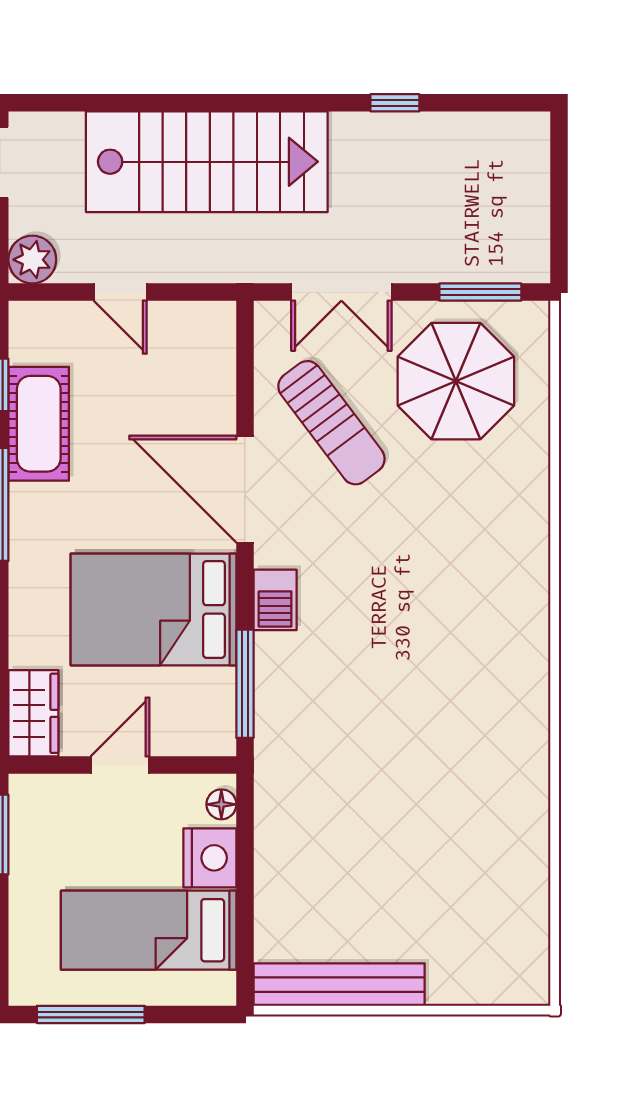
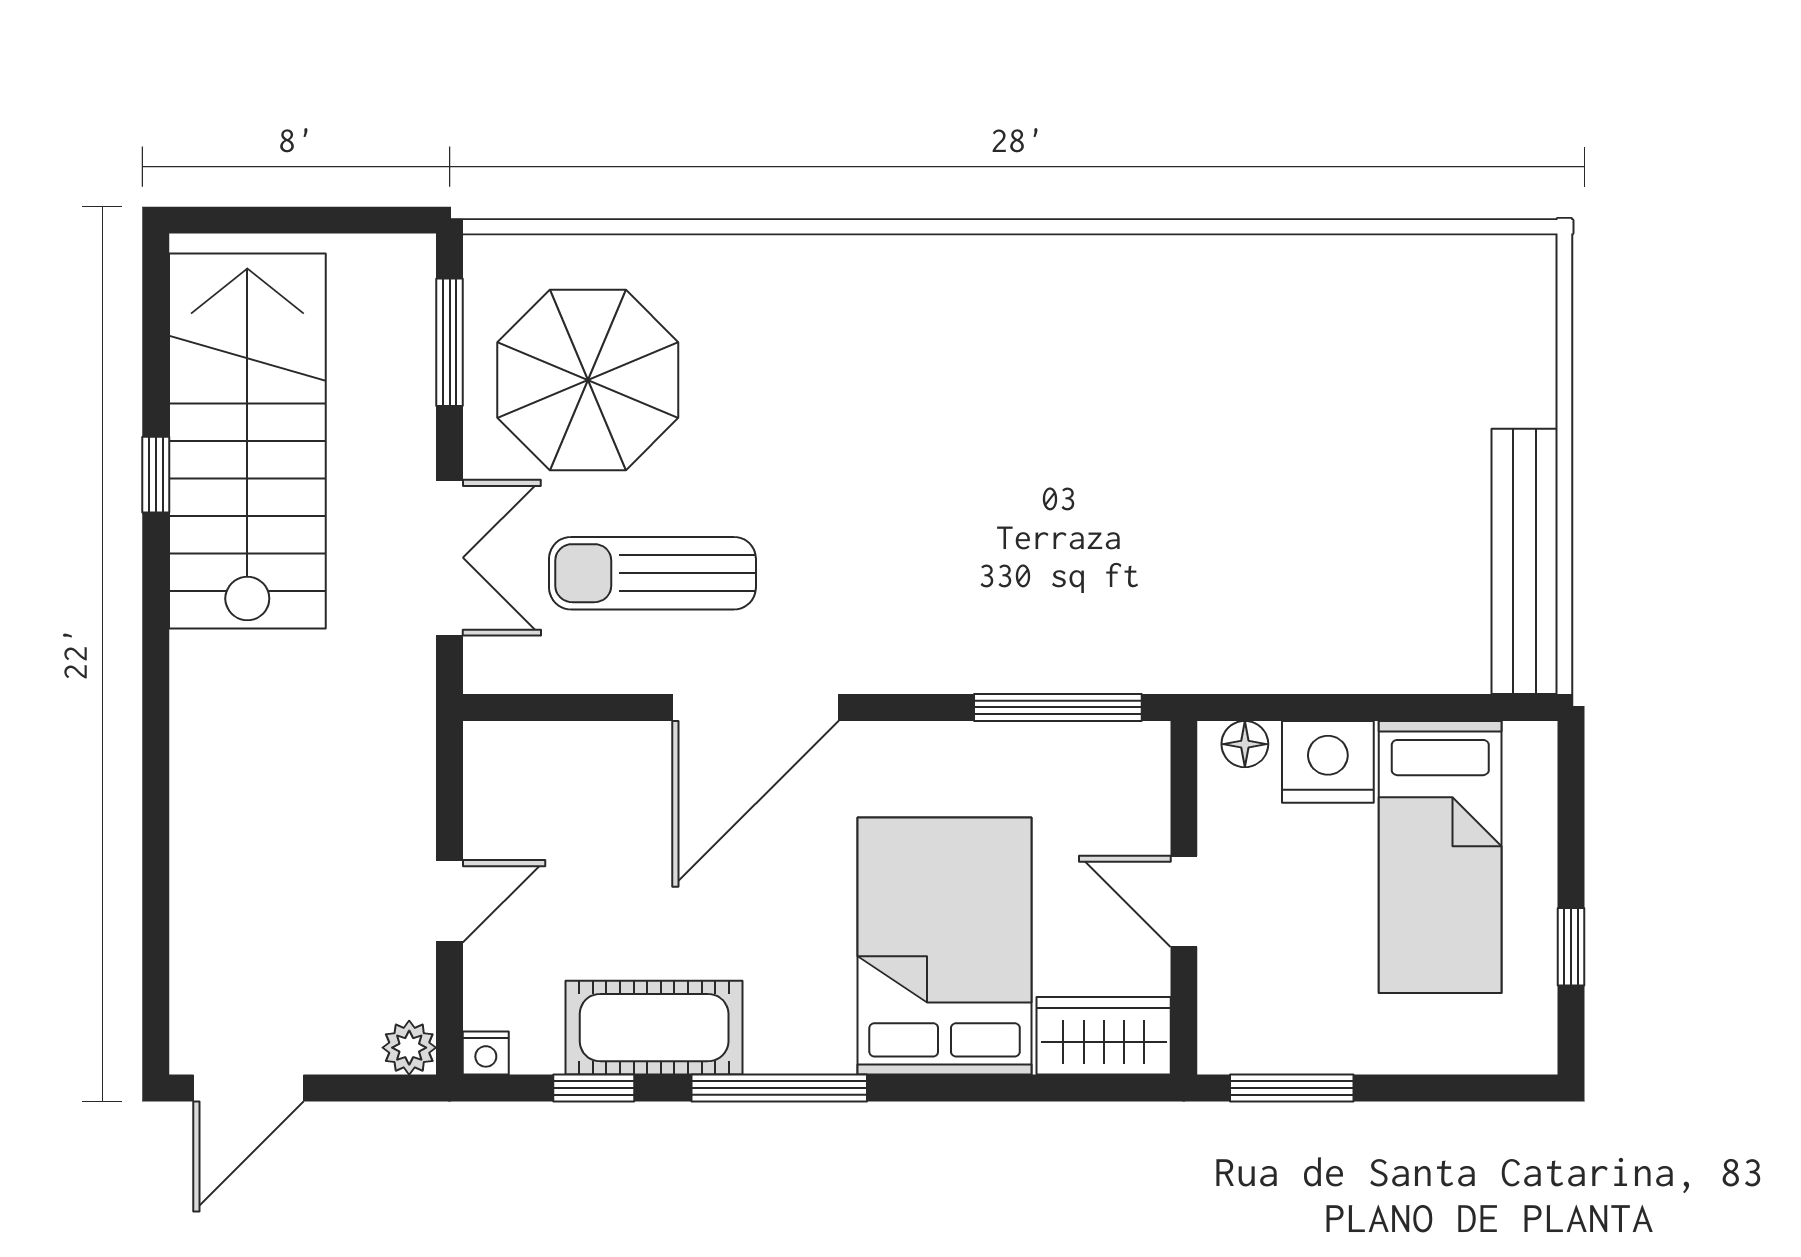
stairs: (207, 162) -> (247, 441), moved
plant: (32, 260) -> (409, 1048), width x0.73, depth x0.73
nightstand: (22, 315) -> (486, 1053), added
sun lounger: (331, 423) -> (652, 573), turned -143
barbecue: (275, 600) -> (928, 661), removed
bed: (154, 609) -> (945, 946), moved, turned 180
window: (91, 1014) -> (1571, 947), width x0.46

